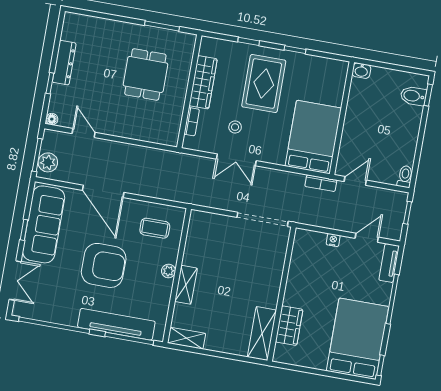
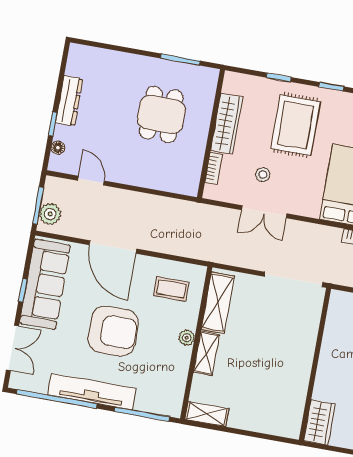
floor lamp: (52, 119) -> (58, 148), moved
tv unit: (116, 324) -> (92, 391), moved
wardrobe: (289, 326) -> (319, 422), moved
shelving: (262, 334) -> (218, 303), moved

